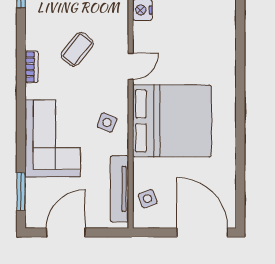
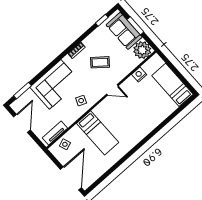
bed: (172, 121) -> (98, 133), width x0.49
tv unit: (119, 189) -> (55, 133), width x0.71
door: (66, 232) -> (22, 123), hinge flipped

